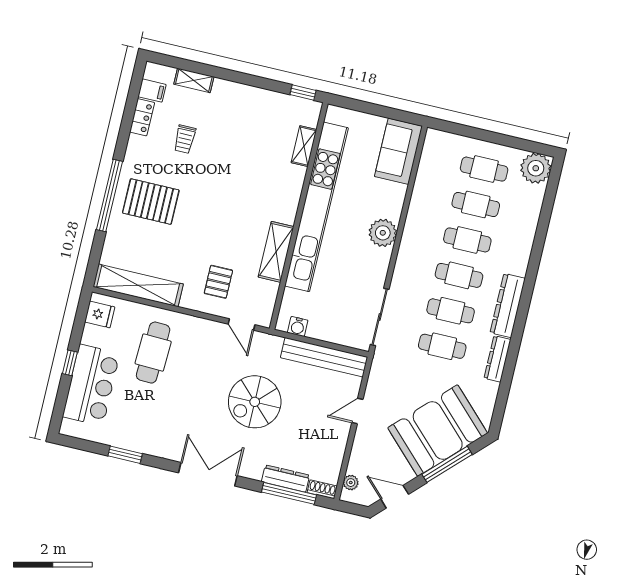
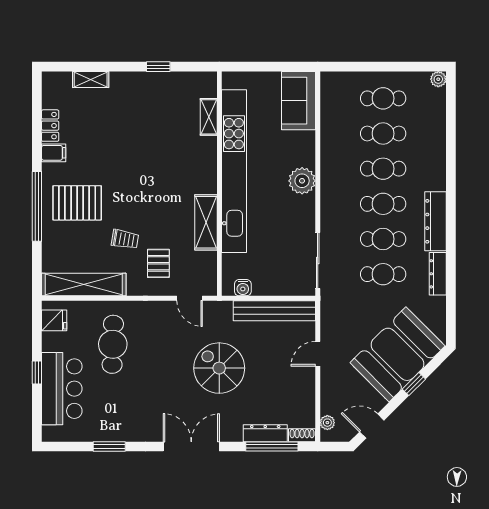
filing cabinet: (152, 91) -> (54, 153), moved
window: (303, 93) -> (158, 67), moved
trolley: (185, 139) -> (125, 239), moved, turned -80
plant: (536, 168) -> (438, 79), width x0.53, depth x0.53
spiral stairs: (255, 402) -> (219, 368), turned 90
window: (447, 464) -> (414, 384), width x0.46

